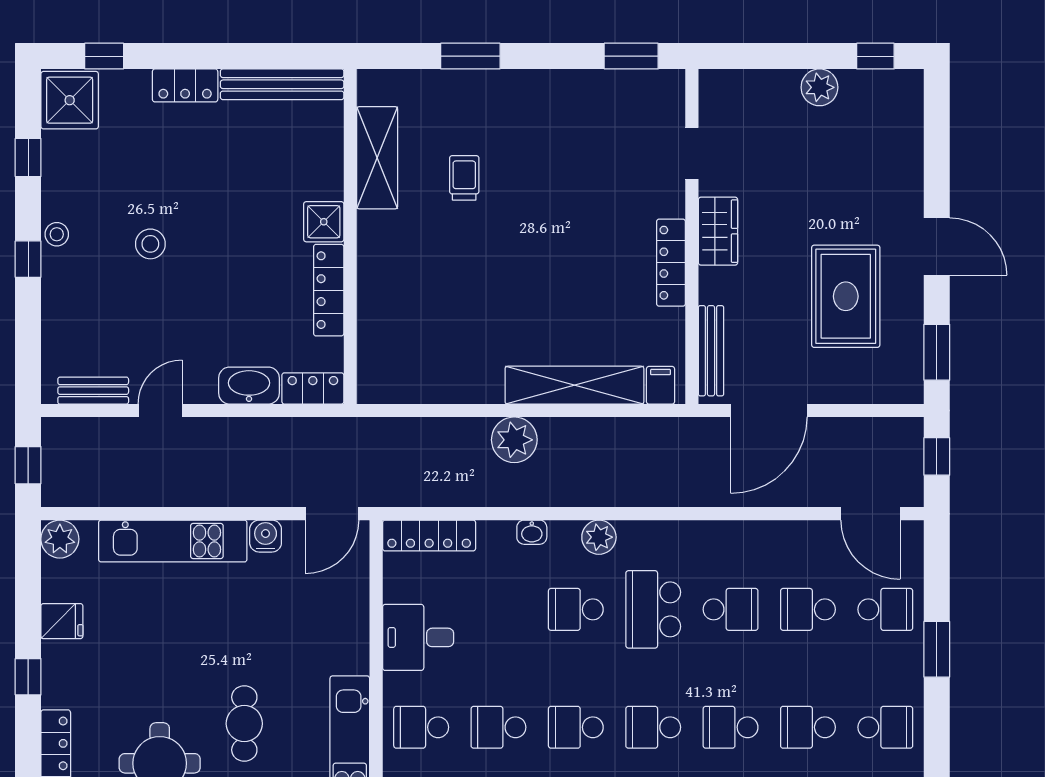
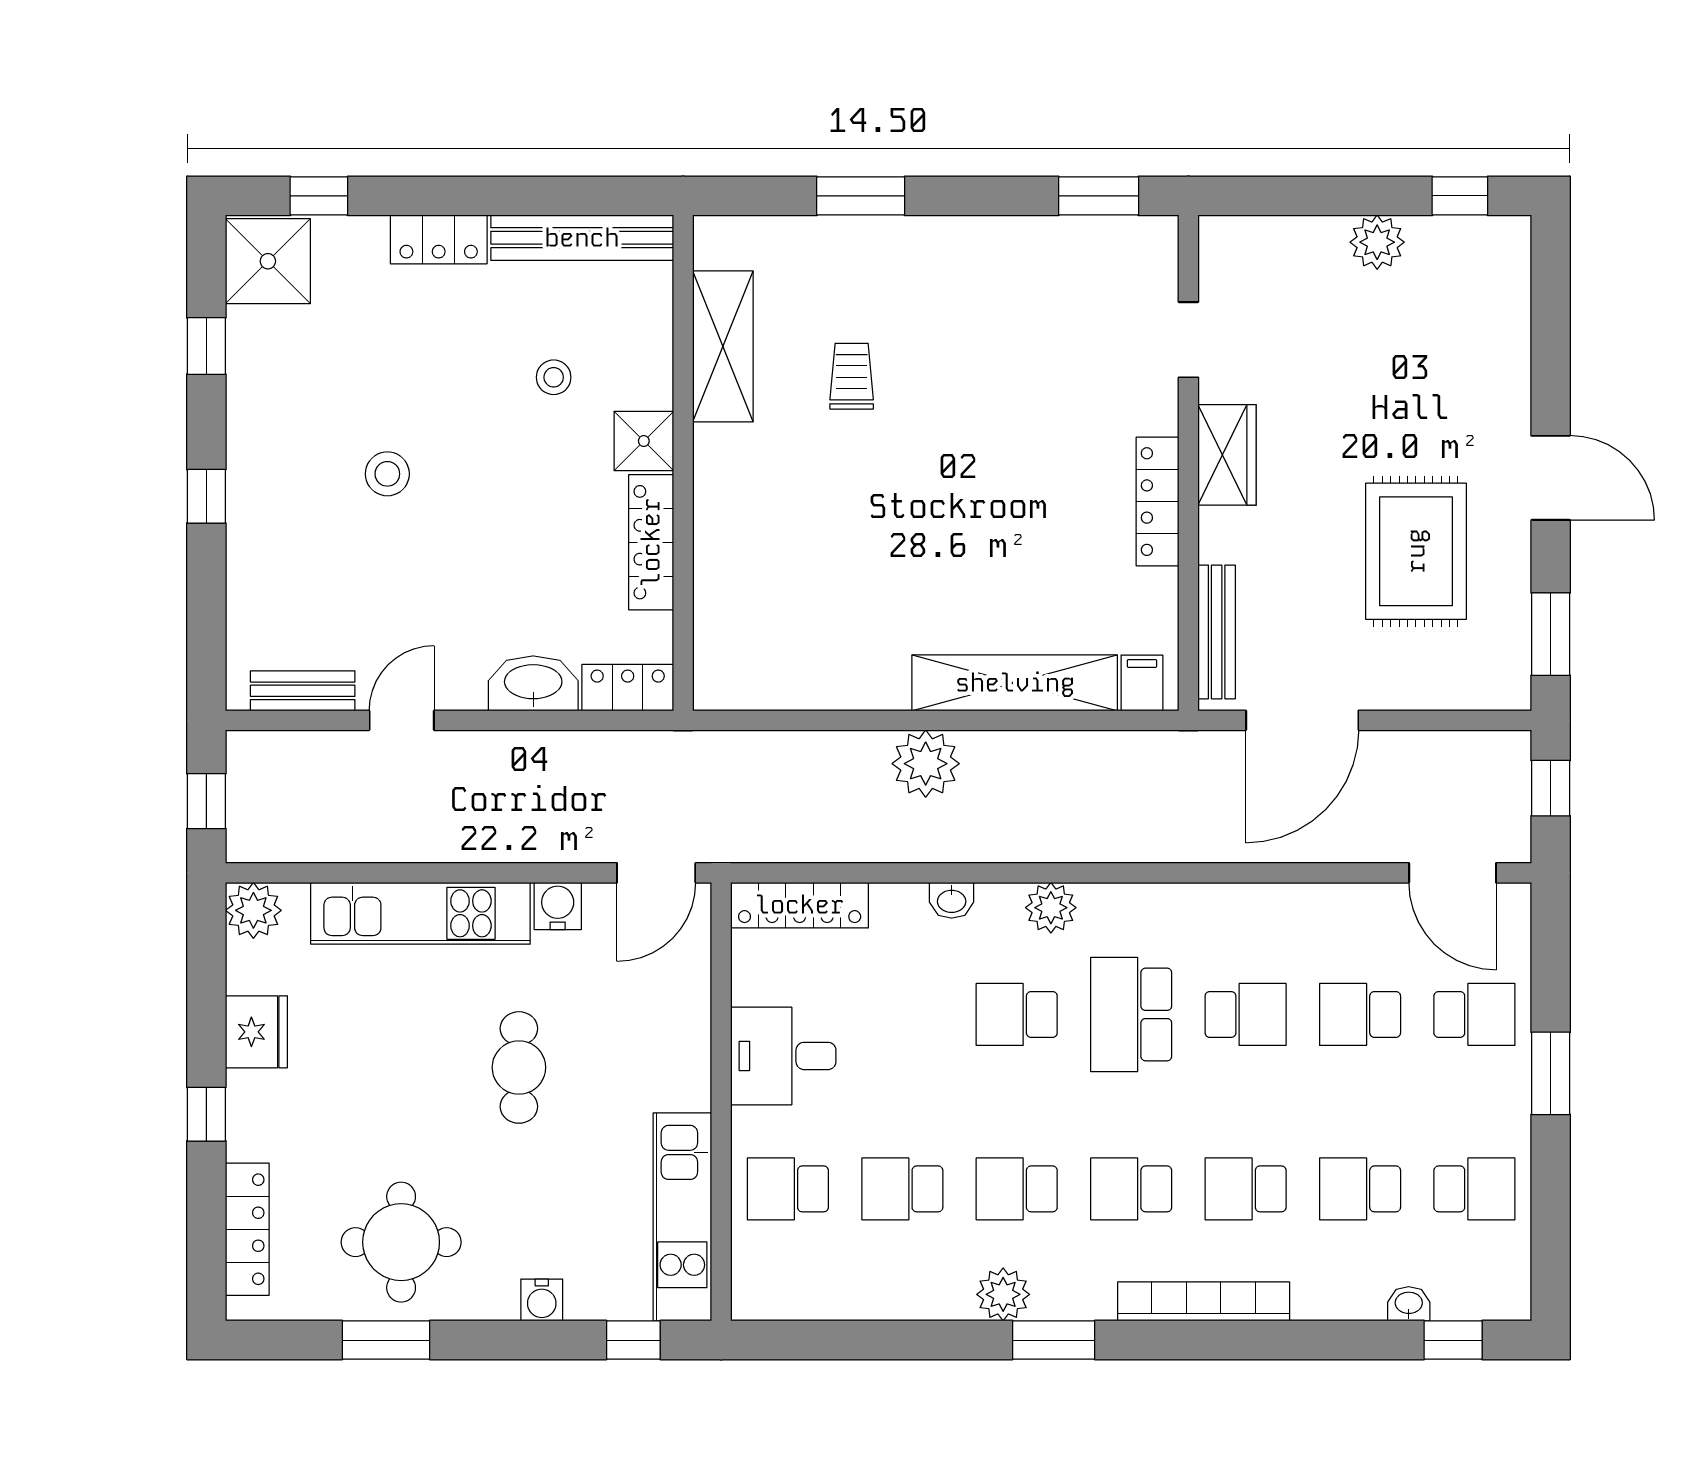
stool: (57, 234) -> (554, 377), moved
fridge: (62, 621) -> (256, 1032), width x1.38
cafe table: (244, 724) -> (519, 1067), moved

